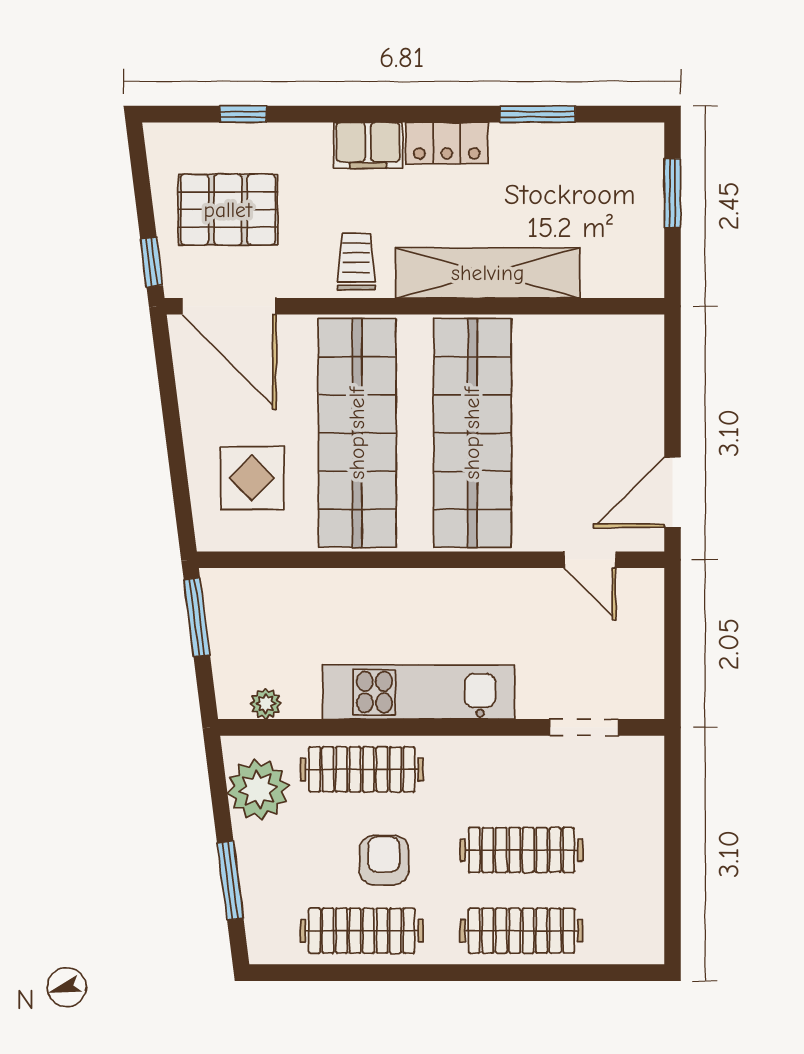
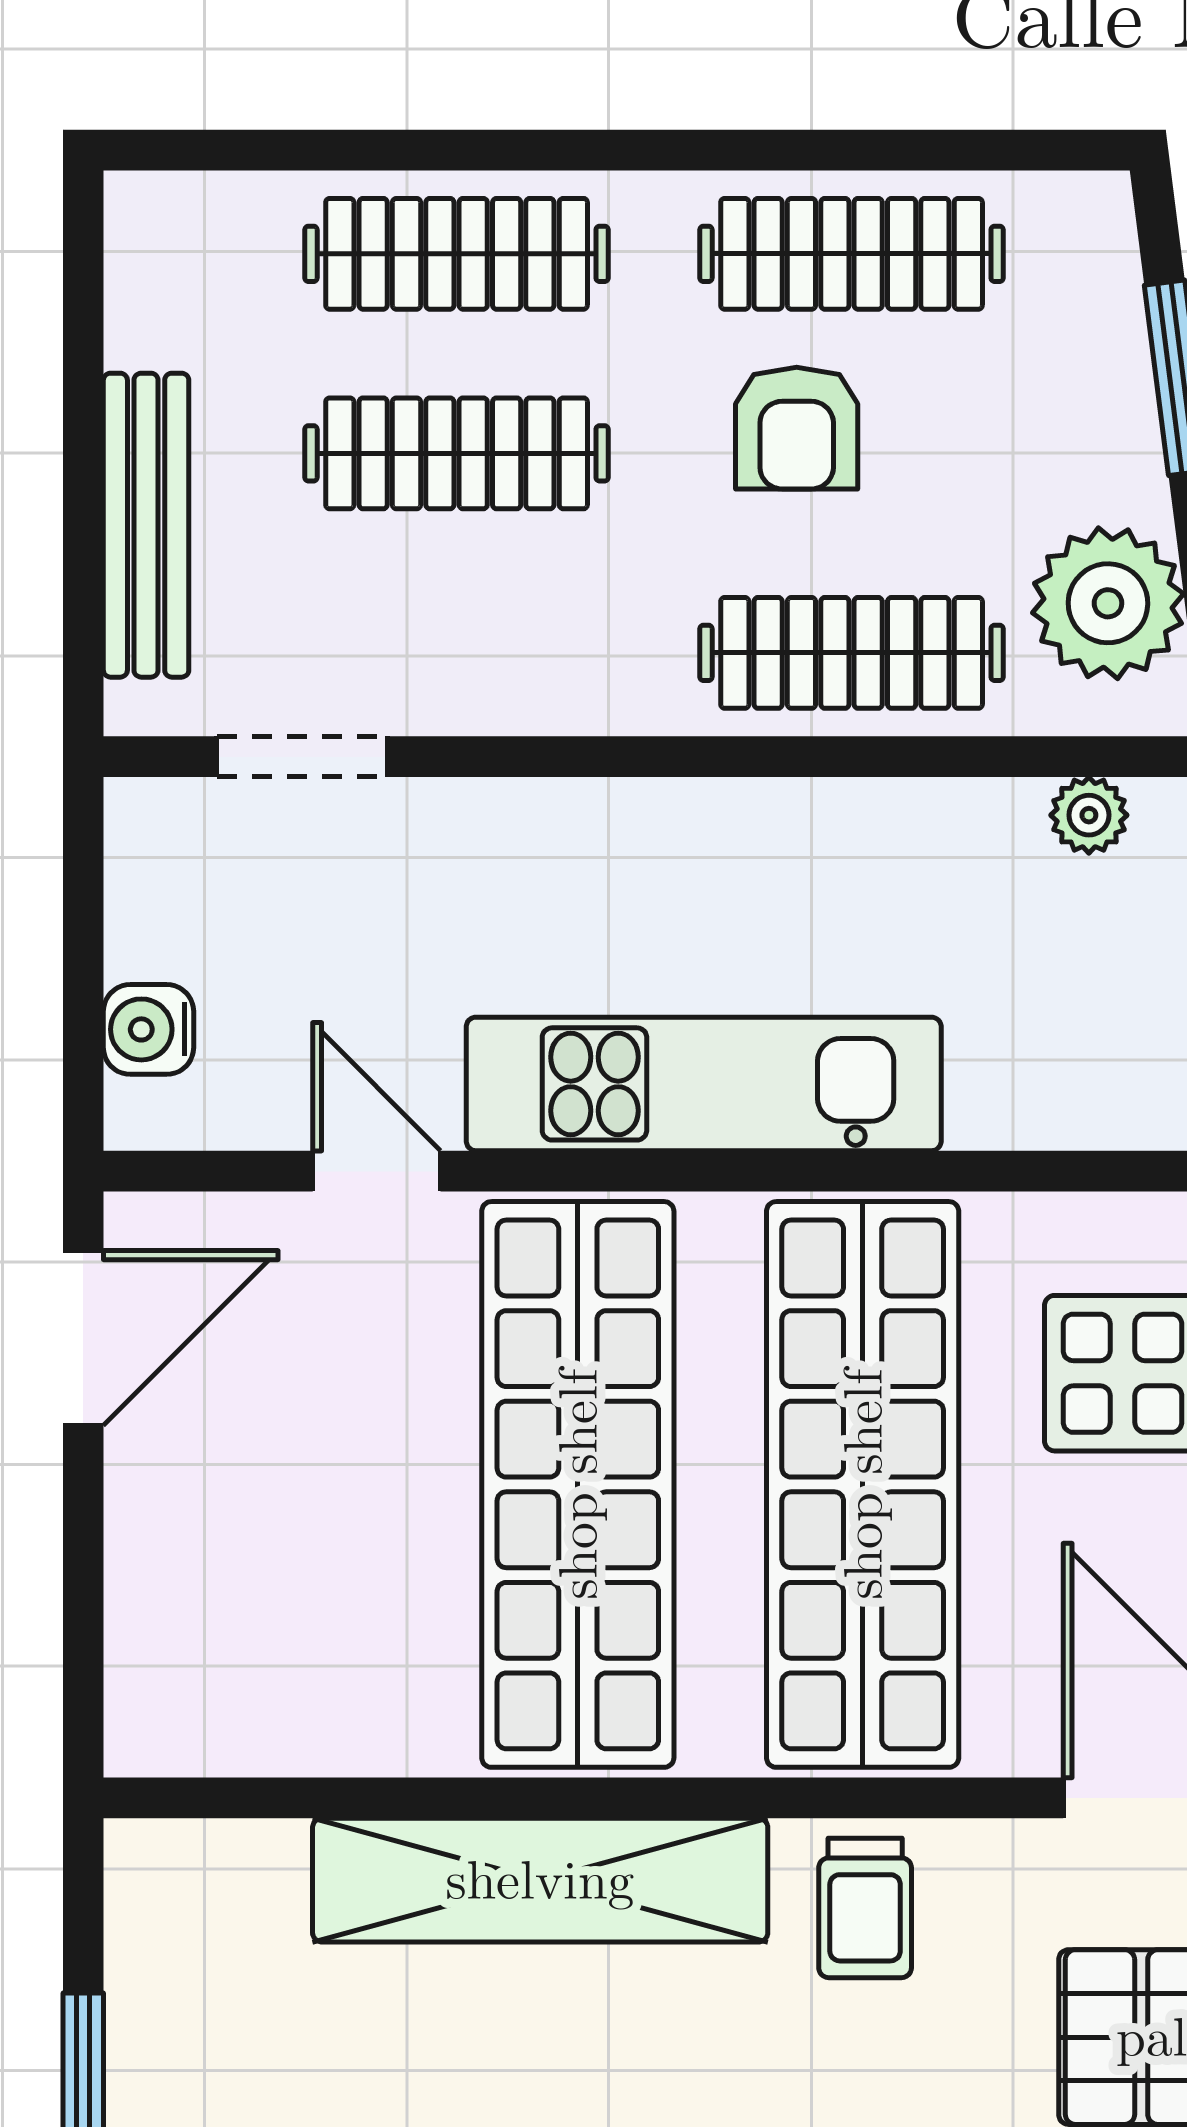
door: (590, 560) -> (377, 1171), moved
water cooler: (646, 617) -> (148, 1029), added
kitchen unit: (419, 692) -> (704, 1084), moved, turned 180
bench: (647, 821) -> (146, 525), added

